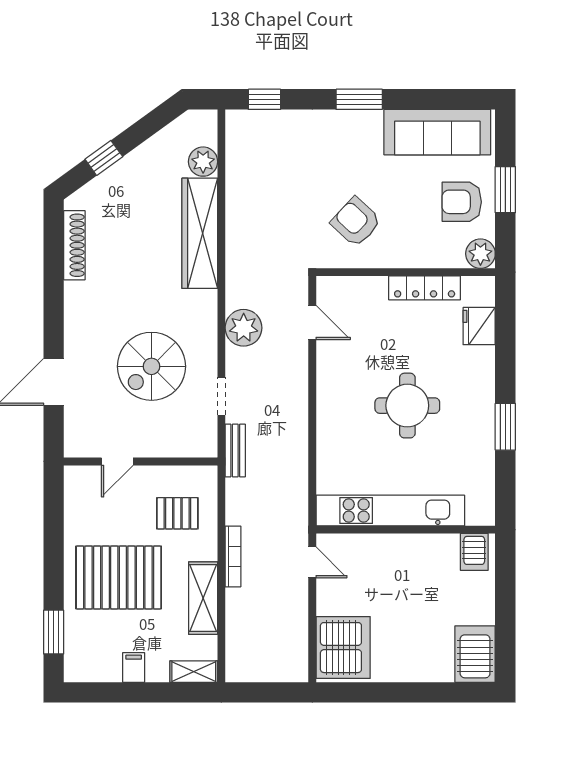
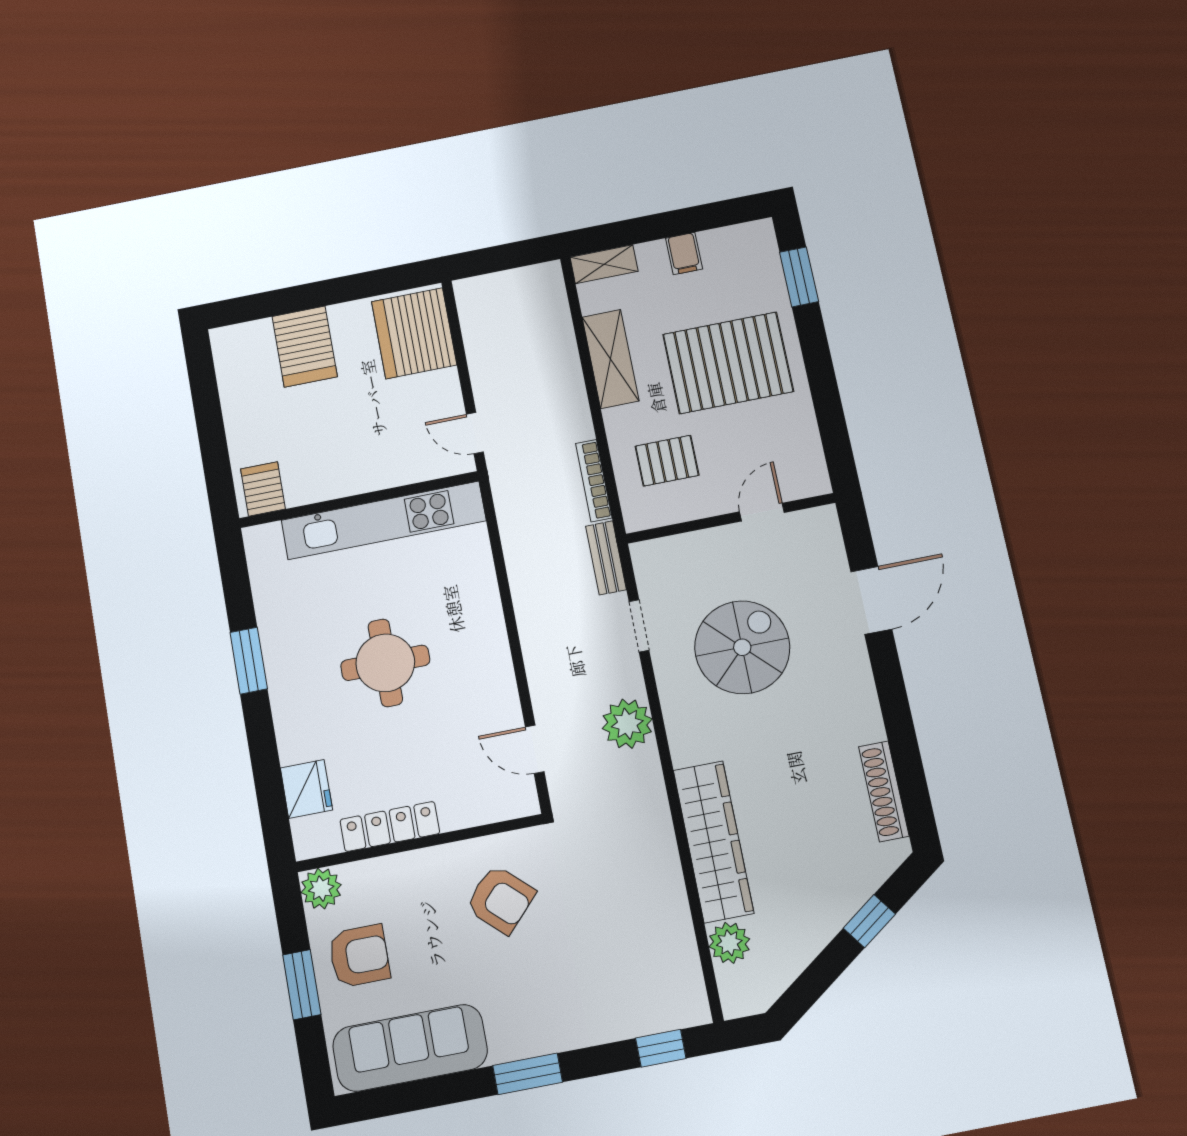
bookcase: (233, 556) -> (594, 481), moved
server rack: (475, 654) -> (305, 346), moved

